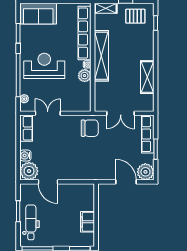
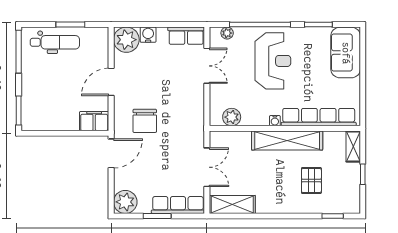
pallet: (135, 16) -> (311, 180), moved
plant: (85, 76) -> (232, 117), moved
shelving: (147, 77) -> (232, 204), moved
double door: (121, 113) -> (207, 167), swing flipped
chair: (90, 128) -> (145, 121), moved
door: (48, 182) -> (111, 82), moved
door: (126, 182) -> (111, 153), moved
filing cabinet: (87, 222) -> (94, 121), moved

